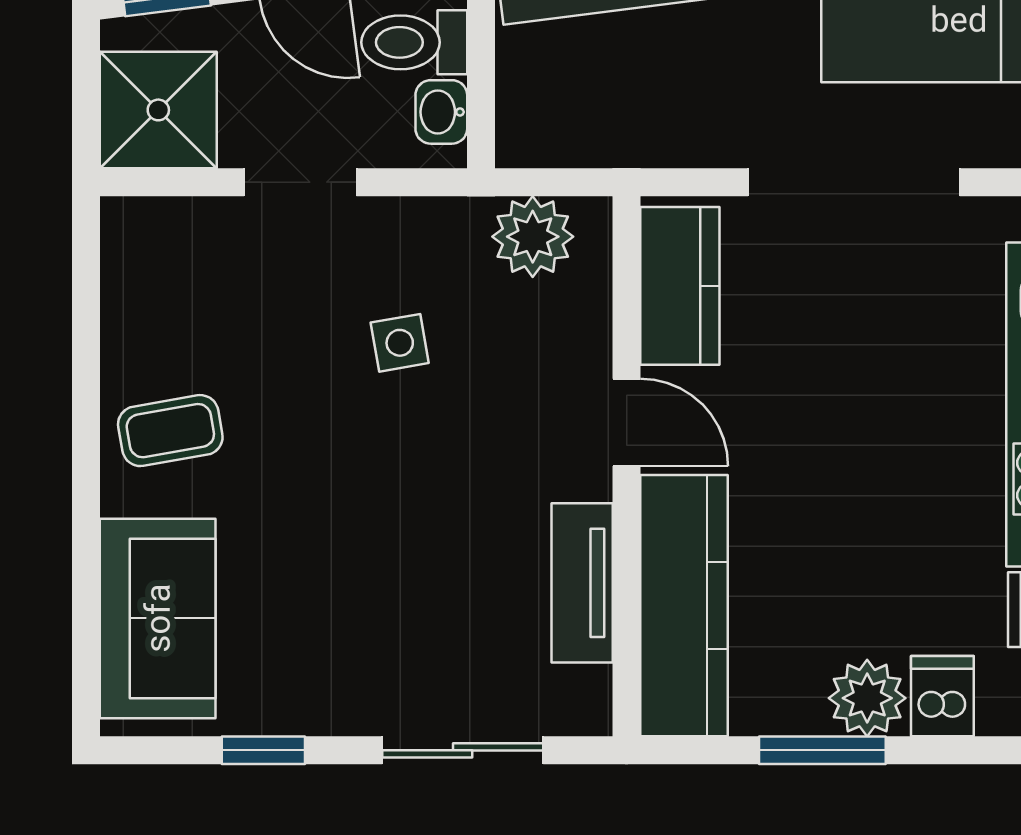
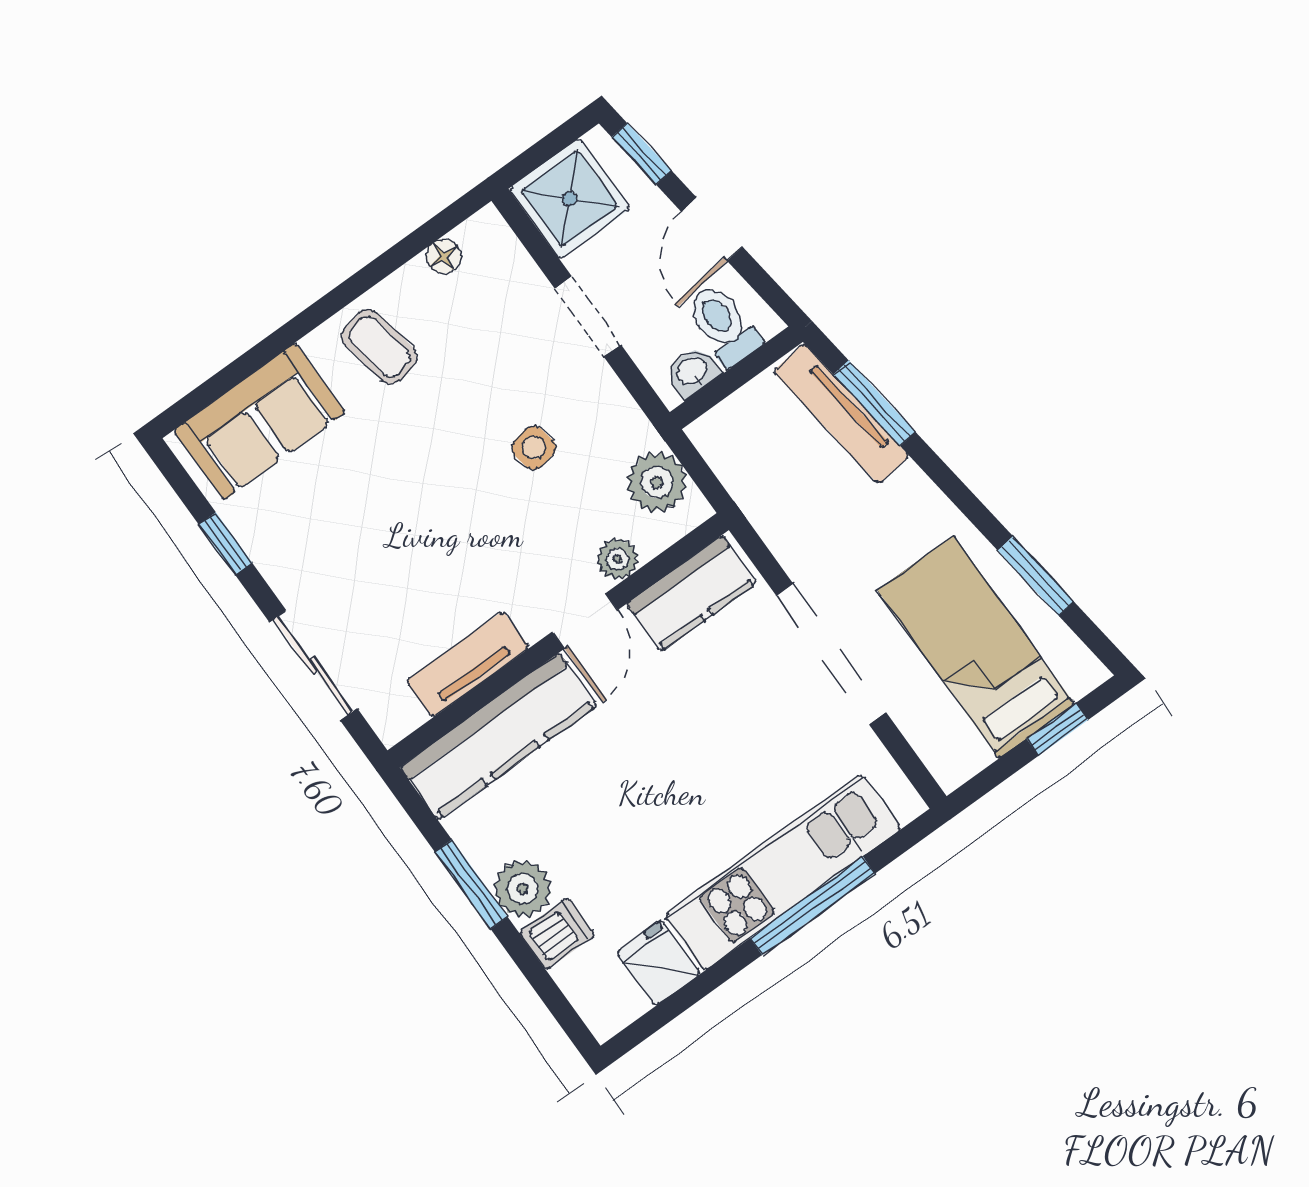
floor lamp: (123, 291) -> (444, 256), added
plant: (585, 339) -> (618, 559), added

